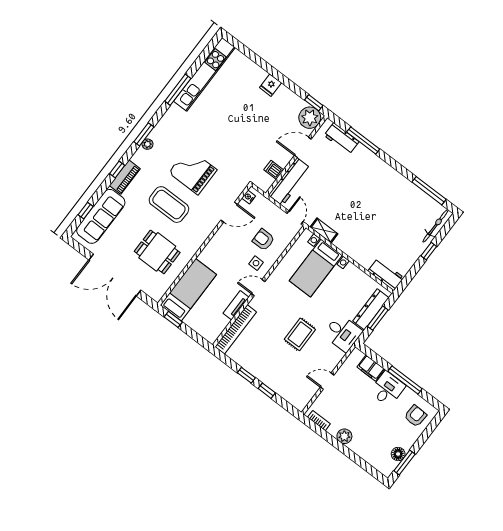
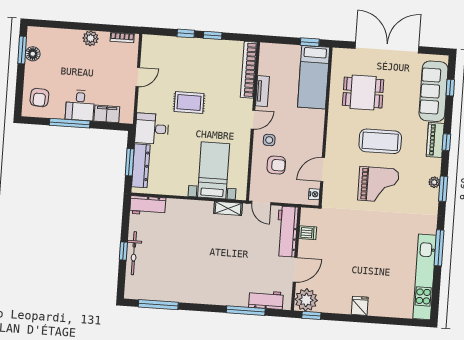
bicycle: (436, 226) -> (134, 253), moved
rug: (300, 334) -> (189, 102), turned 90

